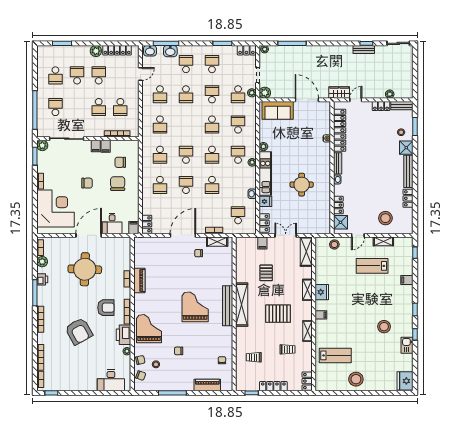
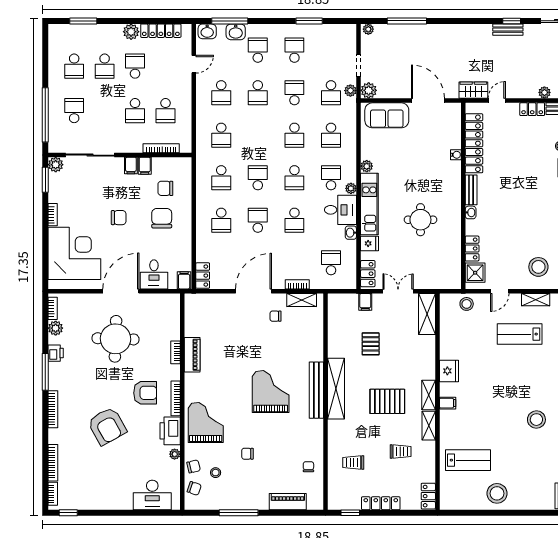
locker: (246, 50) -> (343, 31), removed
school desk: (77, 75) -> (105, 66), turned 180
school desk: (238, 125) -> (331, 135), turned 180
desk: (245, 178) -> (340, 210), added
shelving: (307, 290) -> (429, 395), moved

